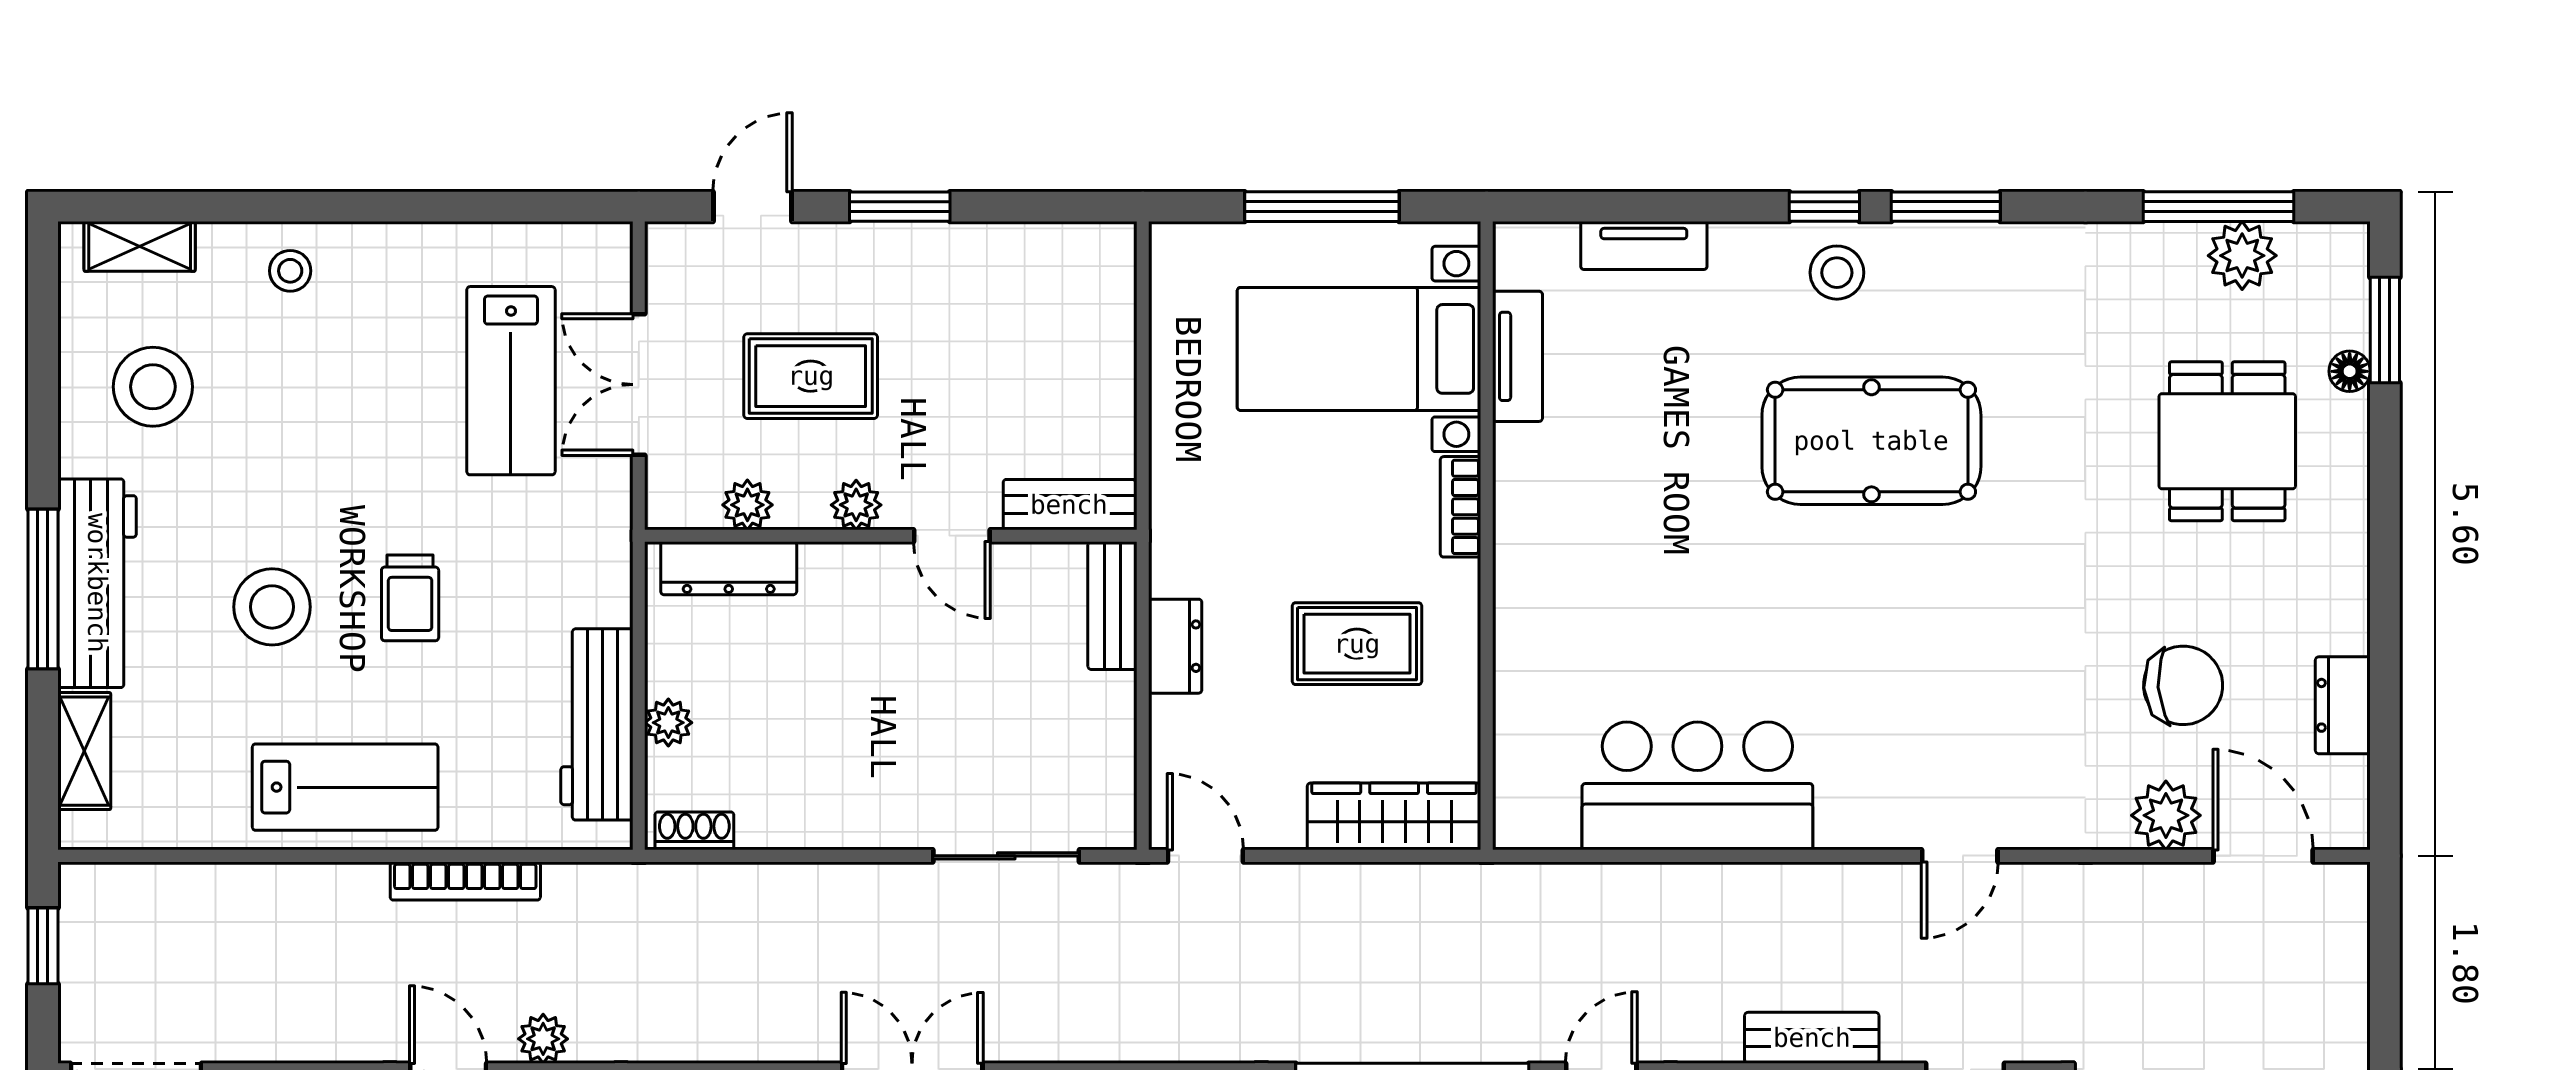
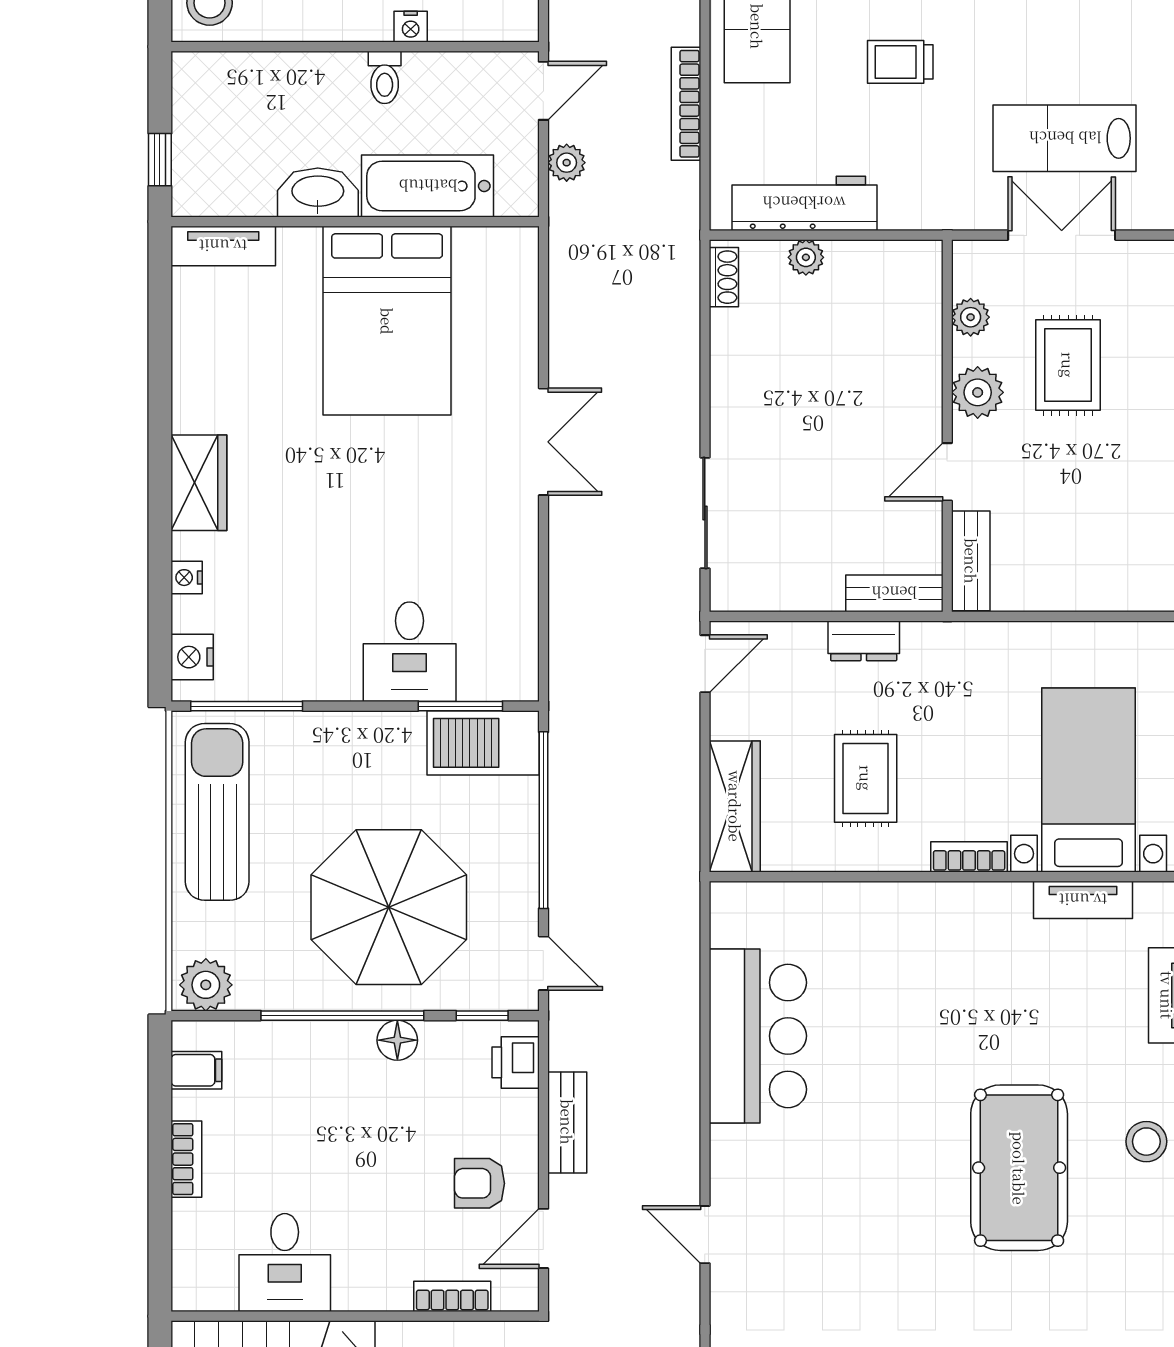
plant: (856, 505) -> (978, 392), width x1.38, depth x1.38
dresser: (729, 568) -> (923, 303), removed

